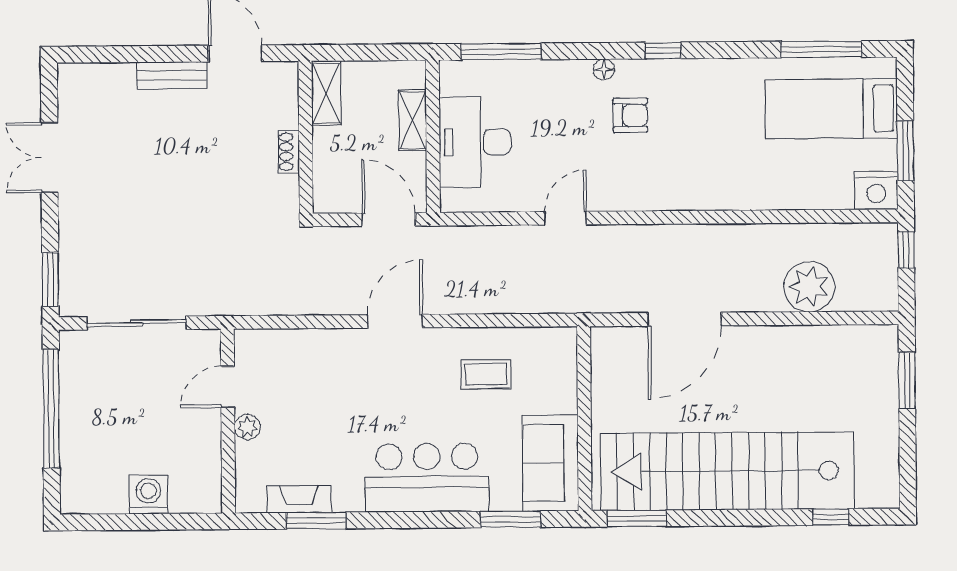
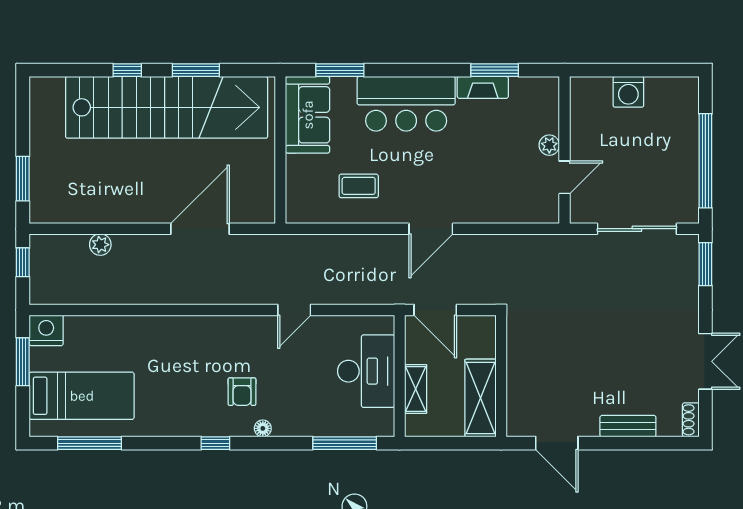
bench: (172, 75) -> (628, 426), moved
shelving: (326, 93) -> (481, 398), width x1.50, depth x1.33
armchair: (630, 115) -> (242, 392), turned -90
shoe rack: (289, 152) -> (691, 420), moved, turned 180
window: (906, 250) -> (23, 262), moved
plant: (809, 287) -> (100, 245), width x0.53, depth x0.53
fireplace: (299, 499) -> (483, 87), moved
window: (831, 517) -> (127, 70), moved
window: (636, 518) -> (196, 70), moved

